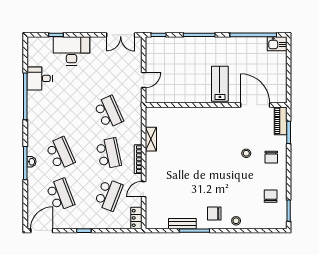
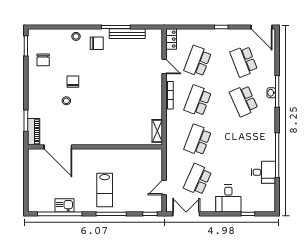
kitchen sink: (277, 44) -> (65, 205), moved
desk: (72, 51) -> (228, 198), width x0.73
school desk: (109, 71) -> (198, 179), added
door: (144, 80) -> (164, 187), moved
lab bench: (220, 84) -> (105, 190), moved
school desk: (109, 112) -> (198, 140), turned 45
shelving: (151, 139) -> (157, 131), moved
school desk: (109, 153) -> (198, 101), turned 33
chair: (271, 157) -> (73, 82), moved
door: (144, 189) -> (164, 67), hinge flipped
bench: (182, 224) -> (127, 34), width x1.36
door: (42, 231) -> (262, 27), hinge flipped

